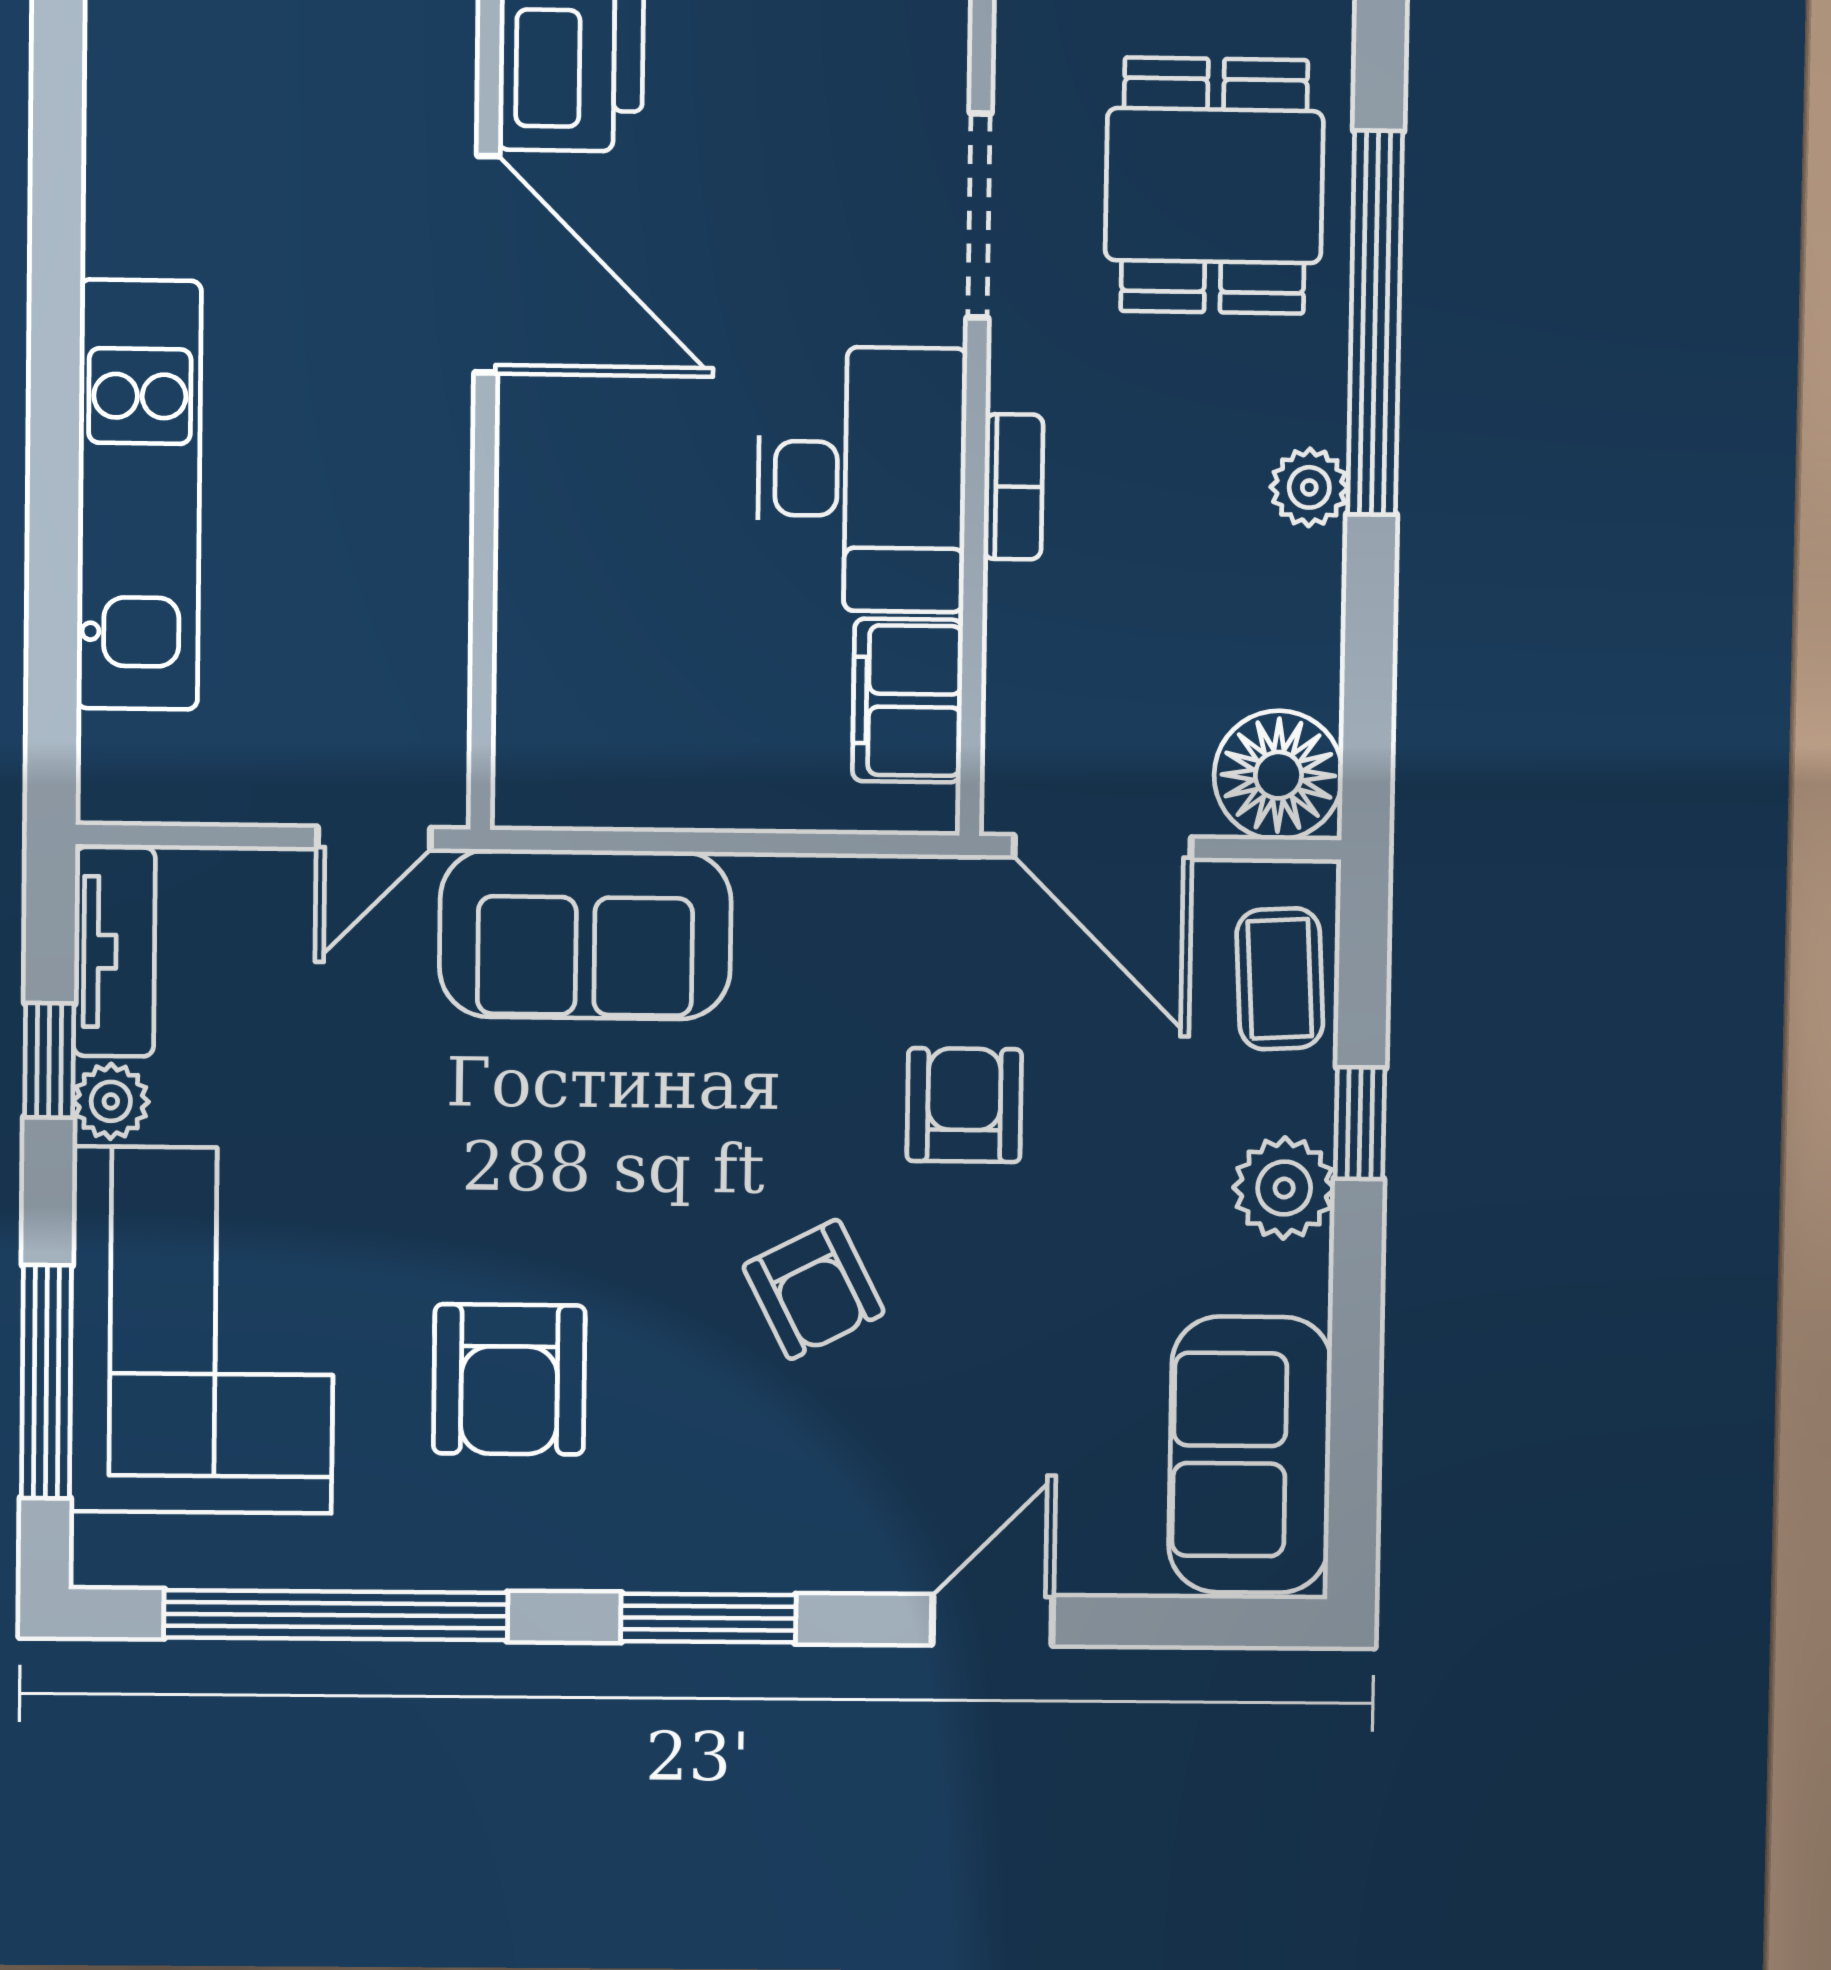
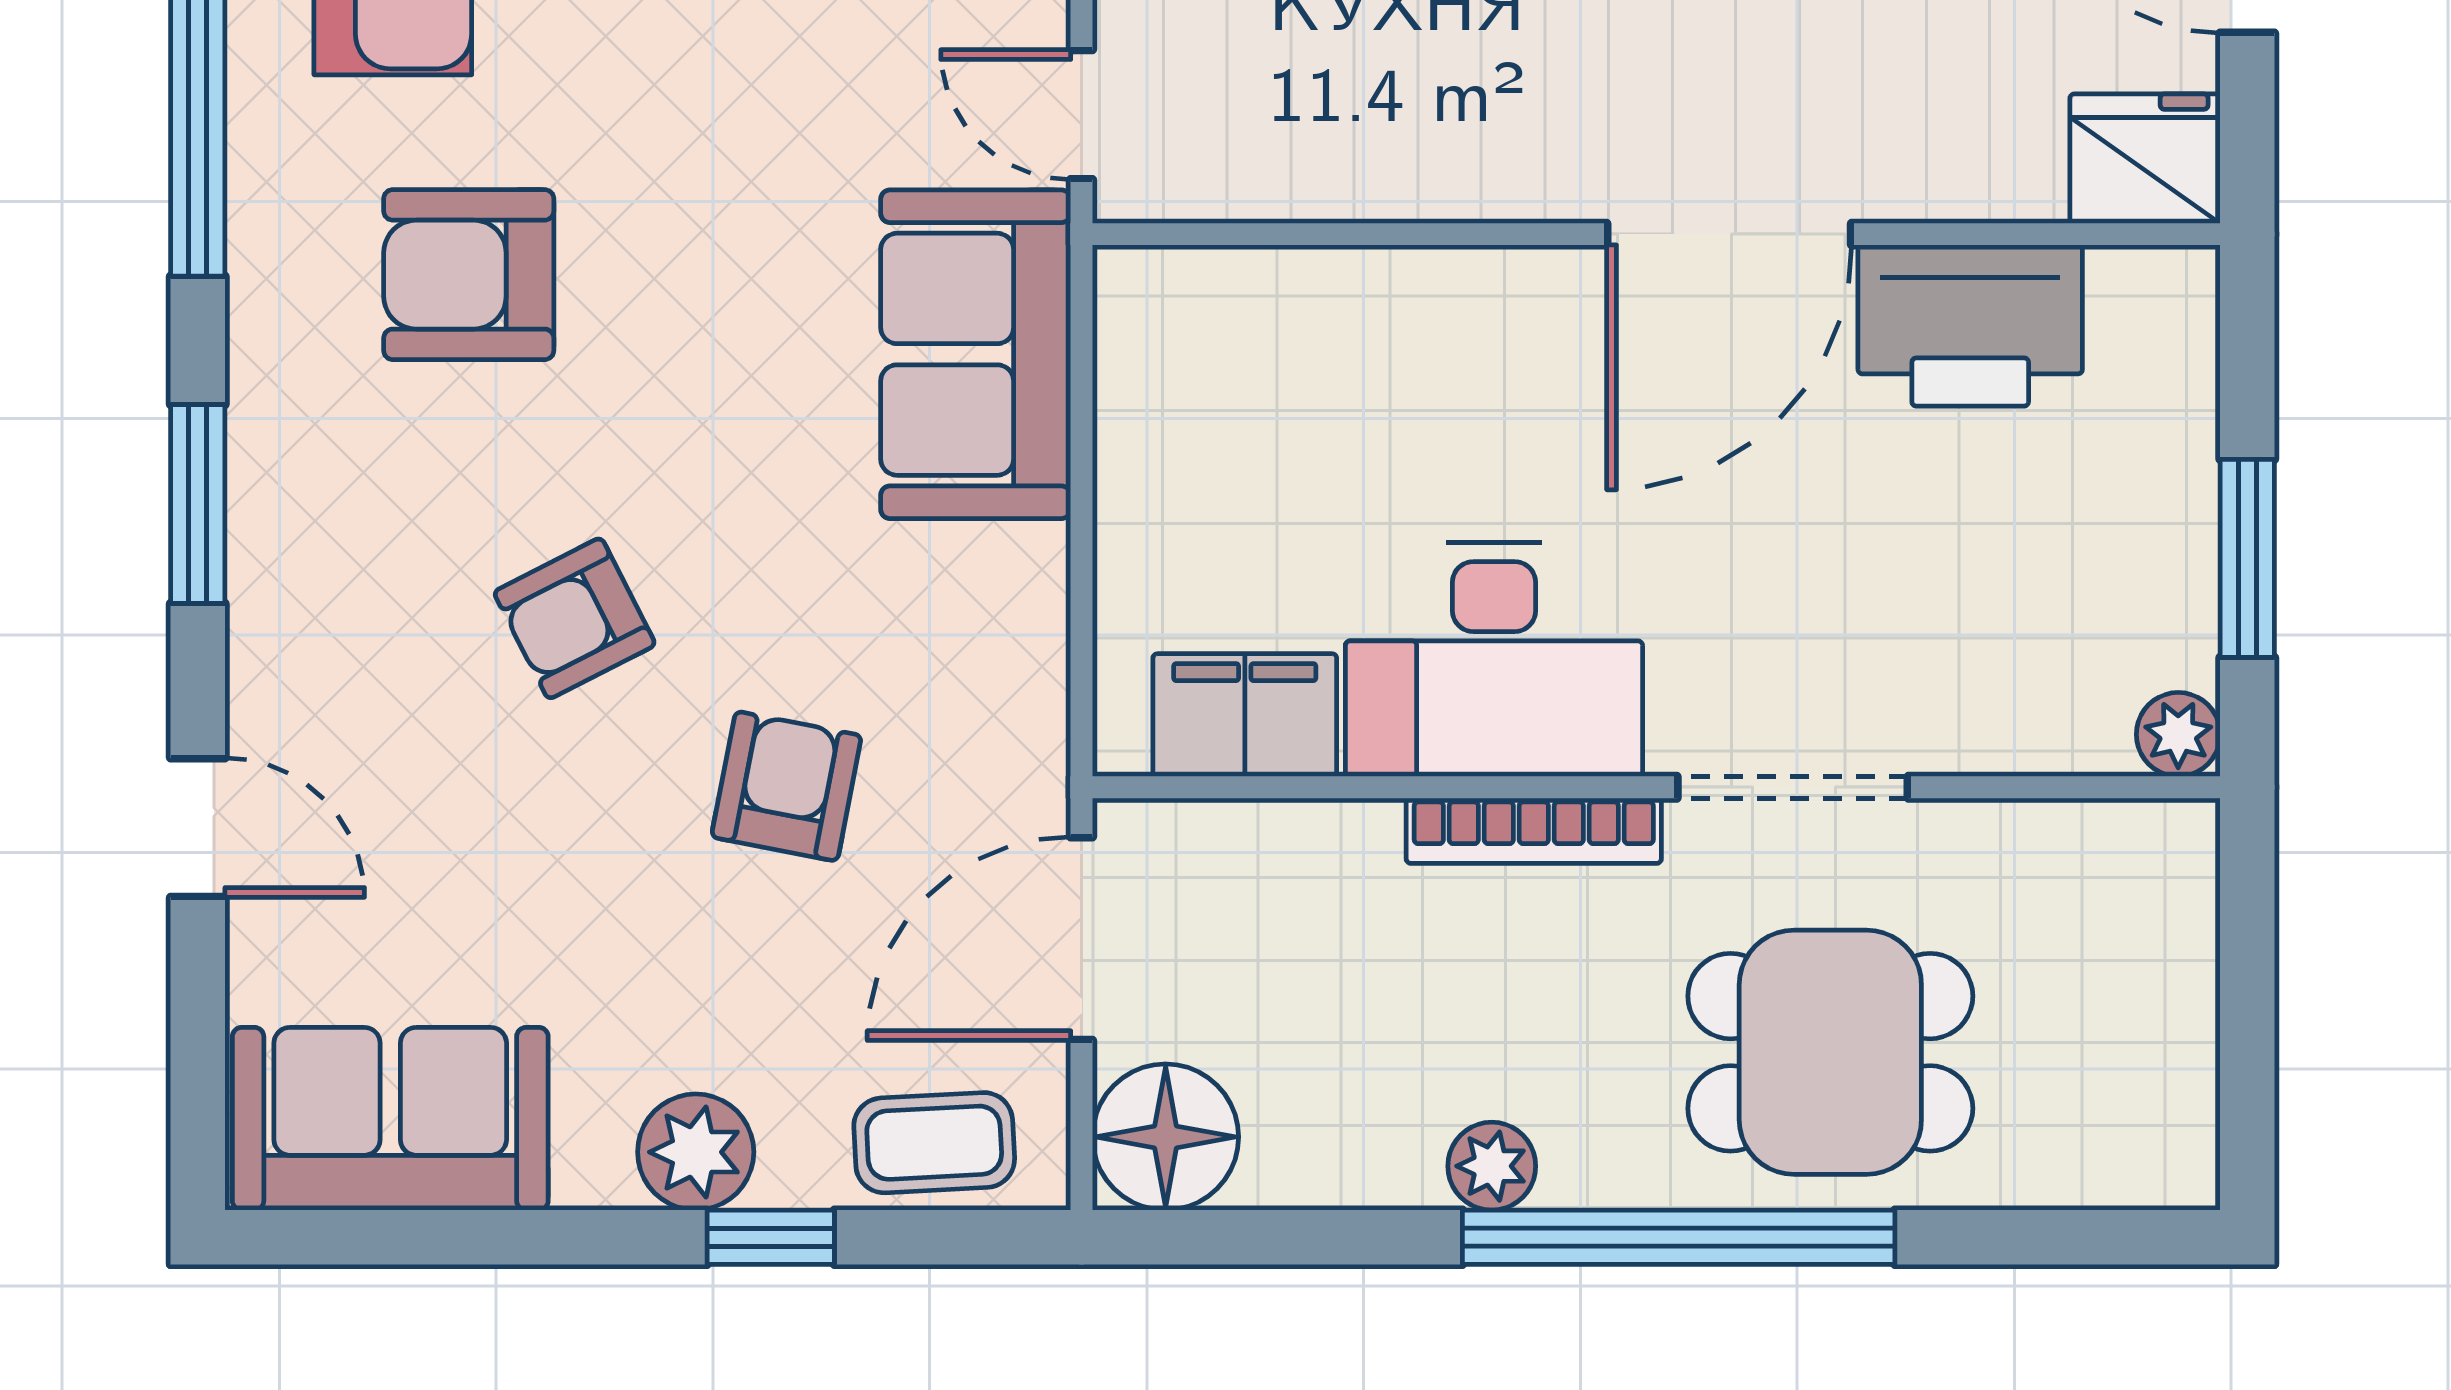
bookcase: (1013, 487) -> (1534, 831), width x1.56
armchair: (964, 1105) -> (786, 786), turned -79

